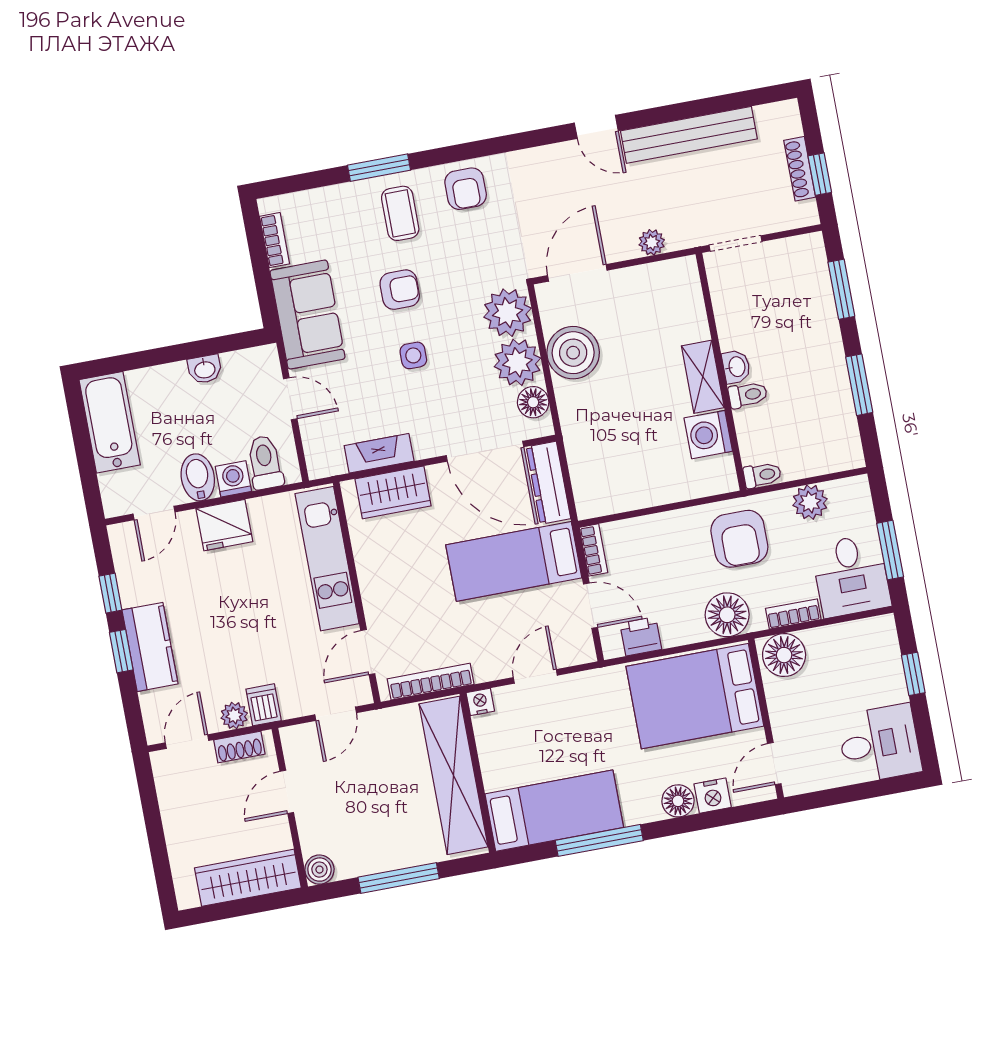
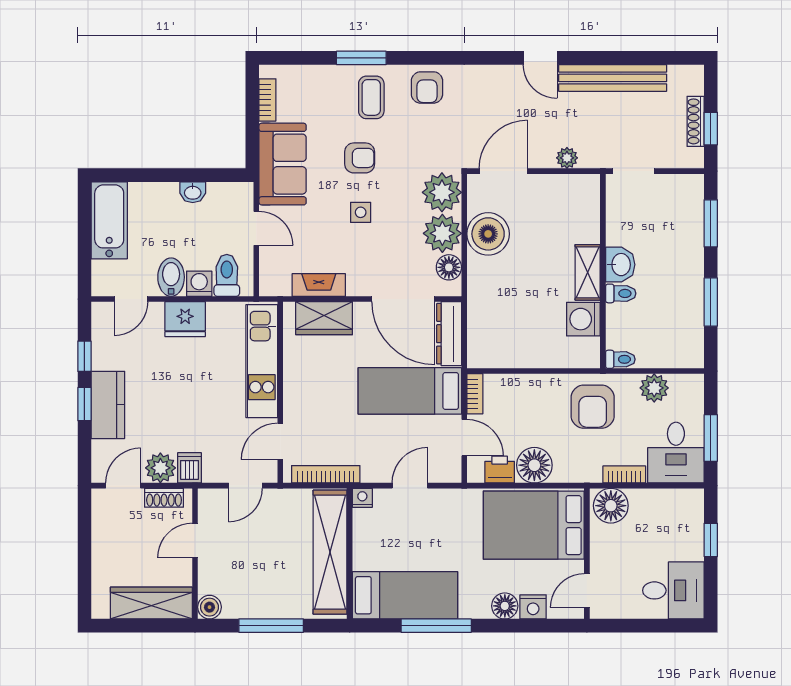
washbasin: (736, 367) -> (620, 265), width x1.38, depth x1.45
floor lamp: (727, 615) -> (534, 465), moved
plant: (234, 716) -> (160, 468), width x1.38, depth x1.38

